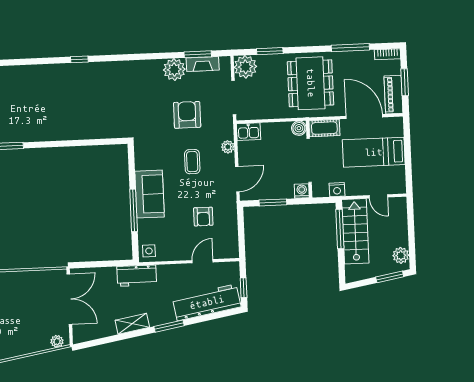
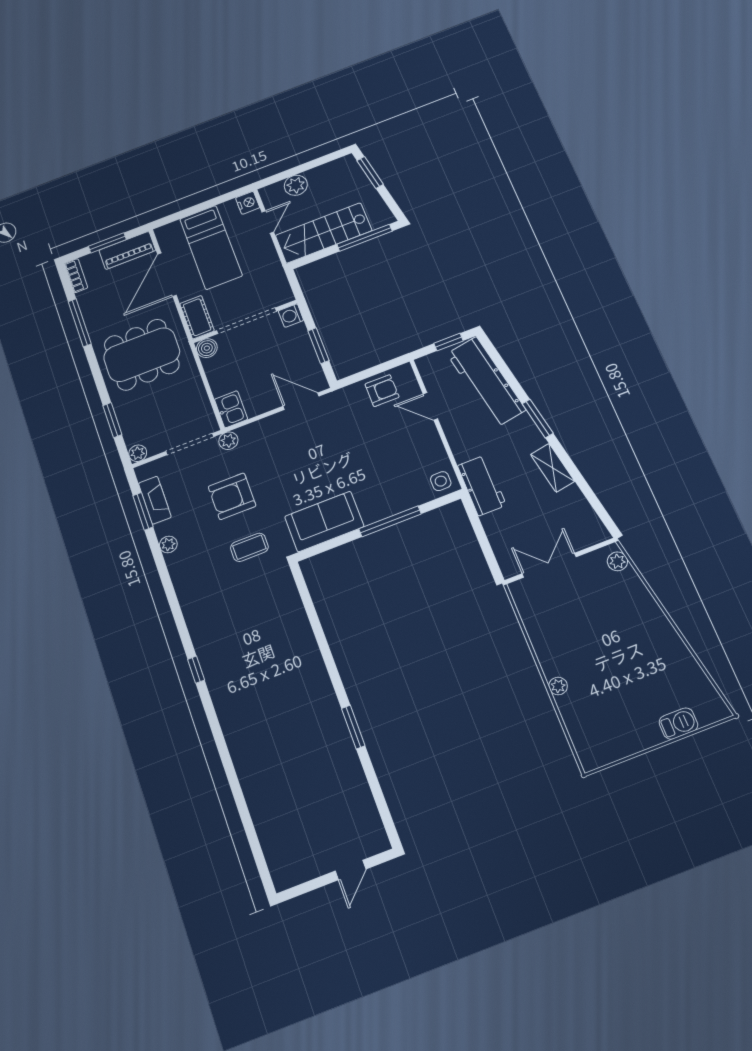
plant: (245, 67) -> (138, 453), width x0.53, depth x0.53
plant: (174, 70) -> (168, 544), width x0.53, depth x0.53
plant: (228, 147) -> (228, 441), moved
coffee table: (192, 162) -> (249, 547), moved
nightstand: (337, 190) -> (248, 203), moved
sofa: (150, 194) -> (324, 521), moved
armchair: (203, 217) -> (382, 391), moved
window: (340, 229) -> (365, 238), moved
plant: (401, 255) -> (296, 185), moved
double door: (69, 299) -> (549, 565), width x0.73

